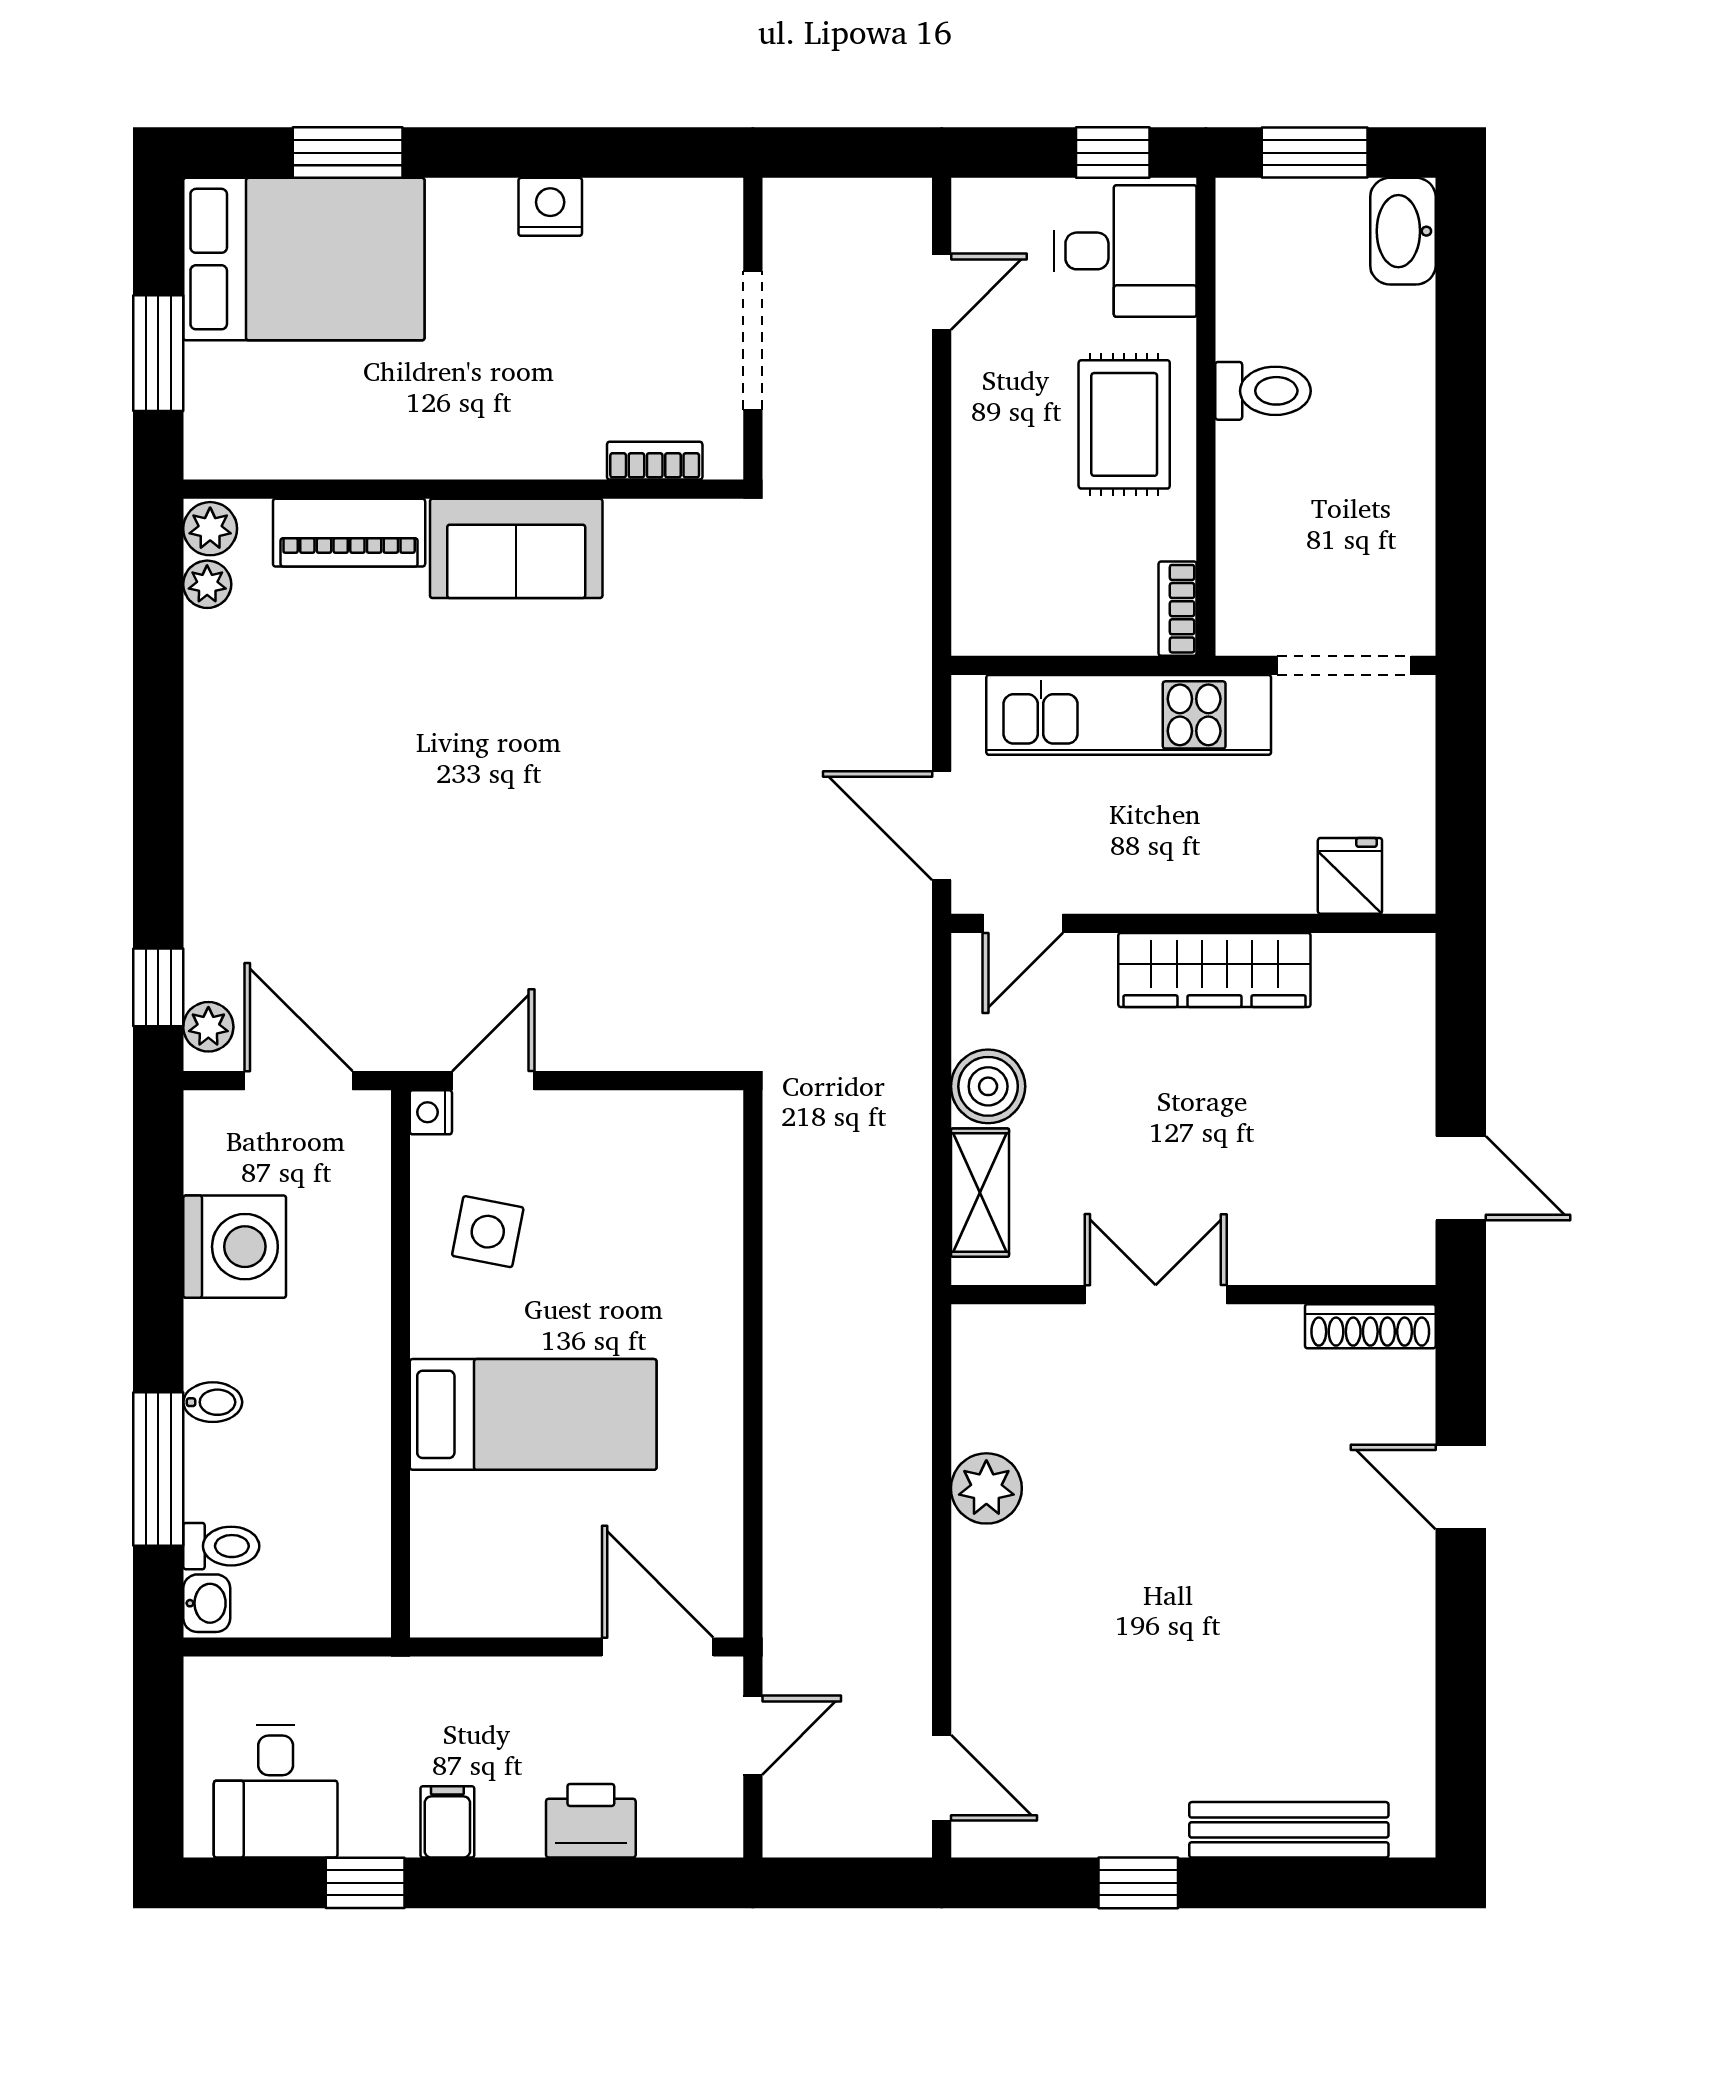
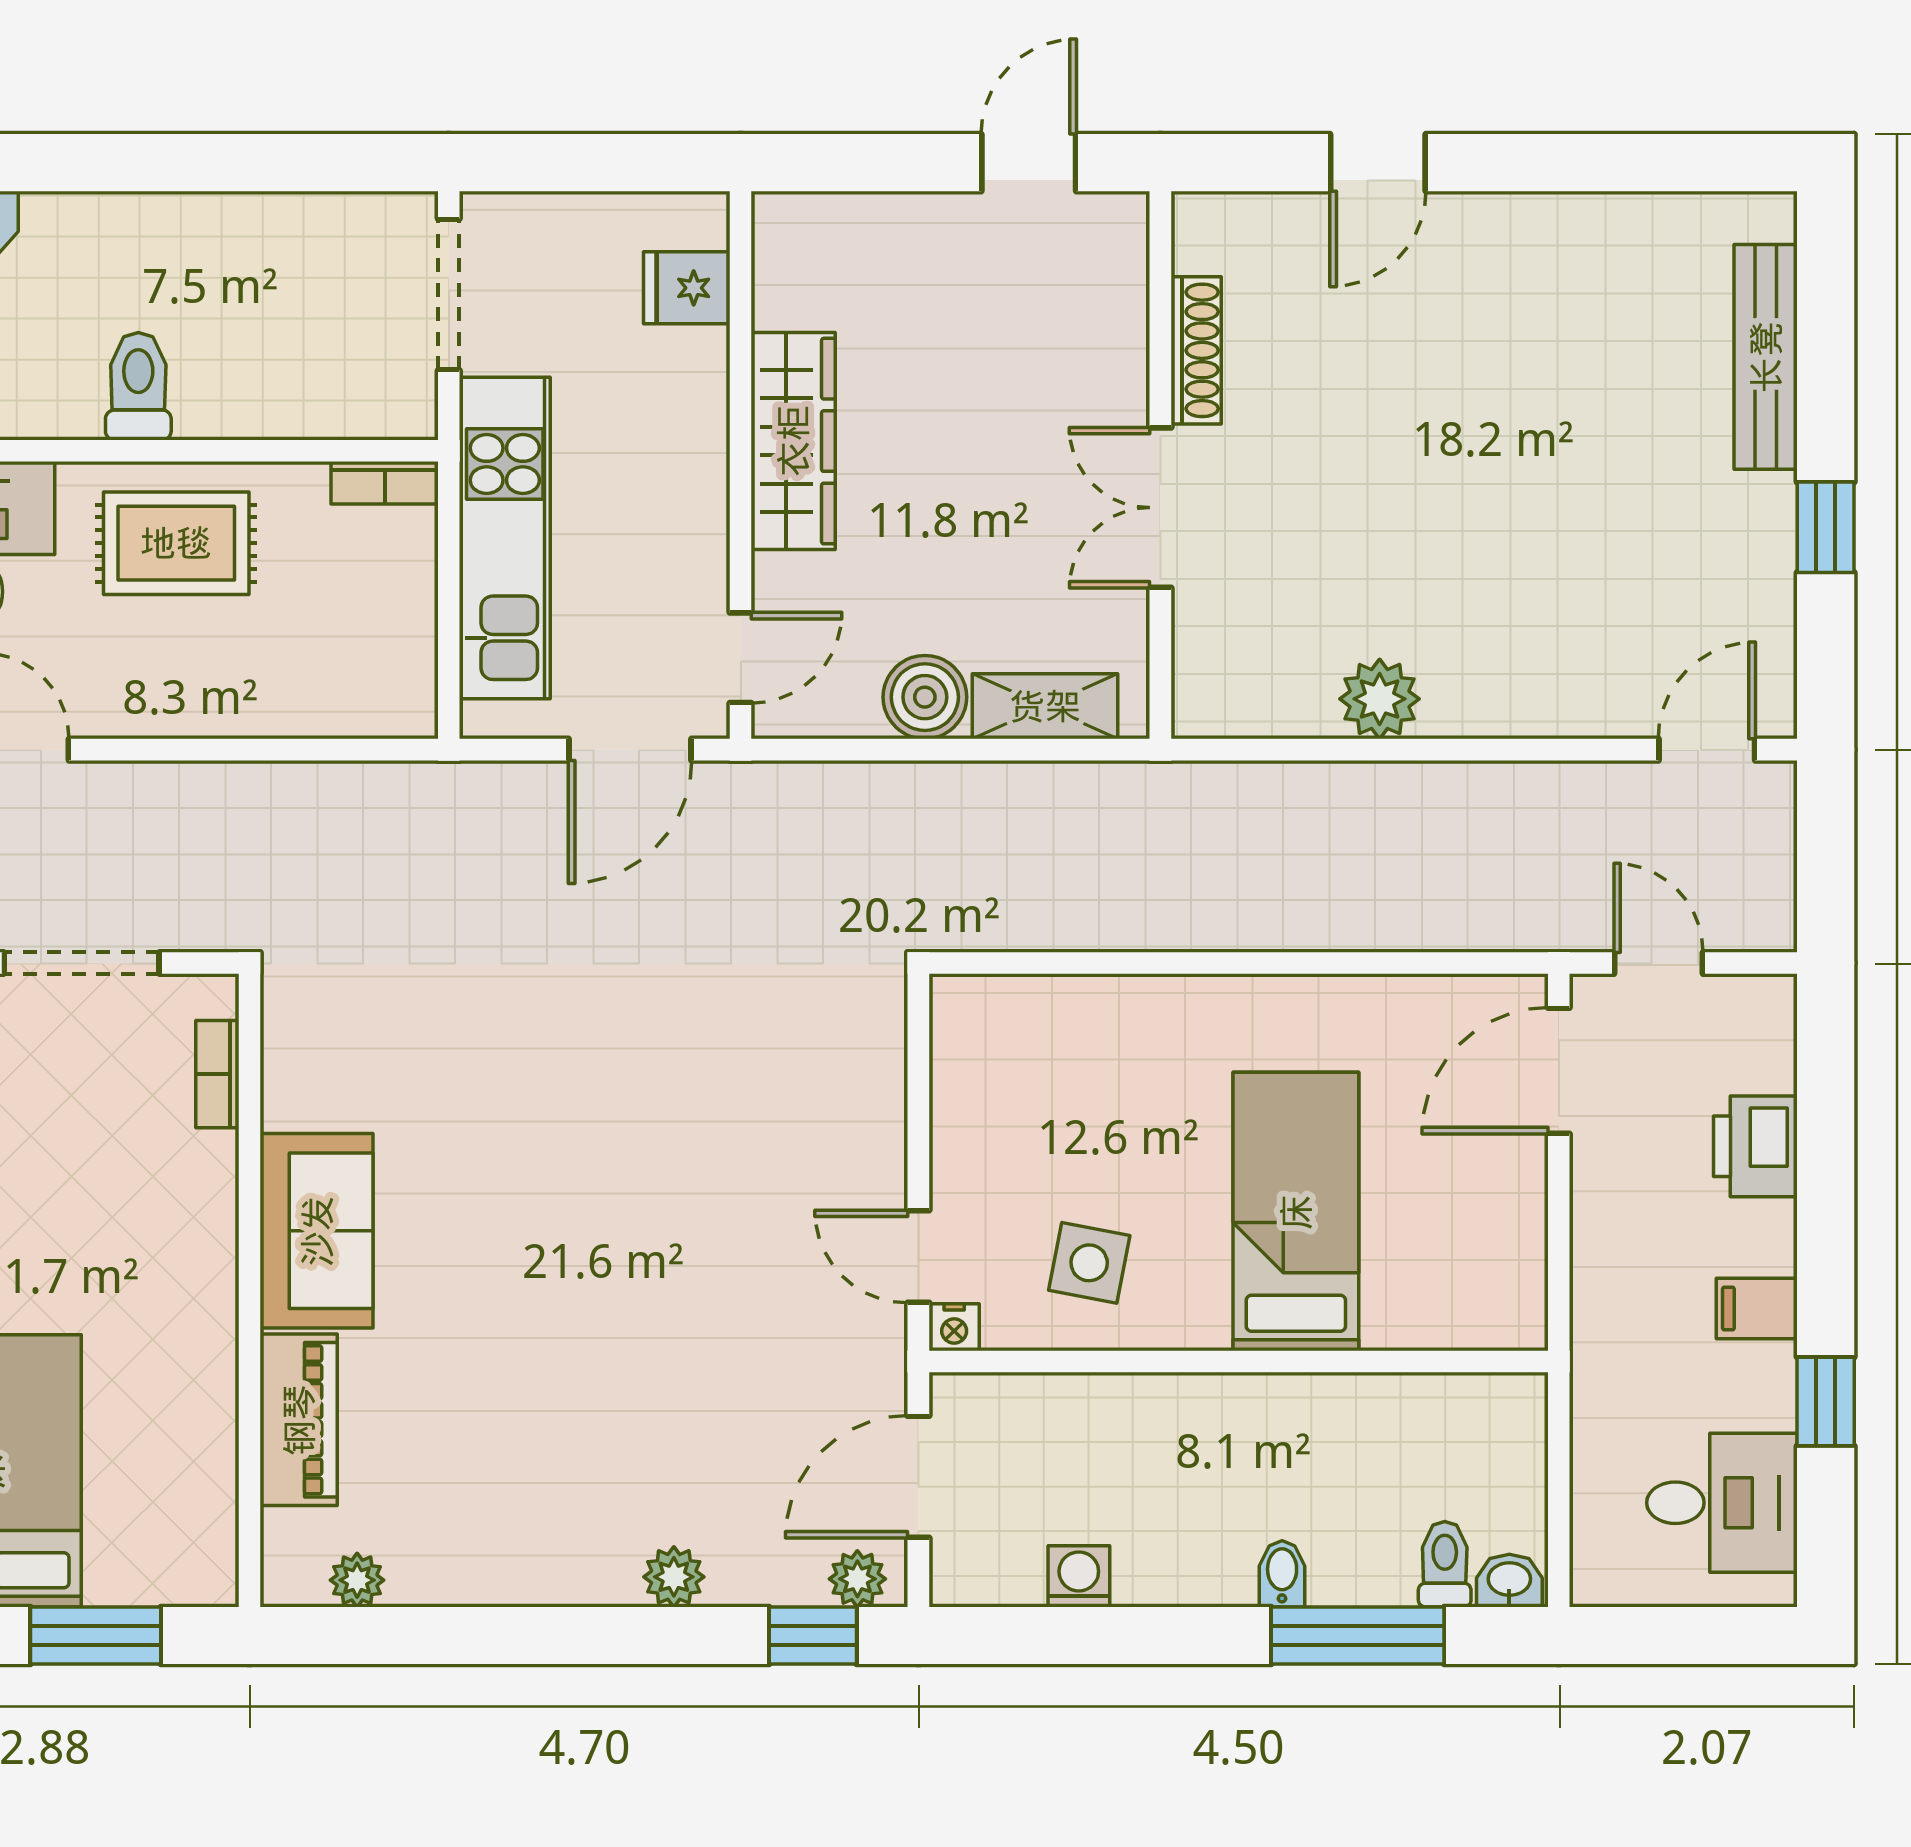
plant: (210, 529) -> (674, 1577), moved
door: (1023, 923) -> (741, 658), hinge flipped
washing machine: (235, 1247) -> (1079, 1576), width x0.53, depth x0.53
shoe rack: (1370, 1326) -> (1196, 350), moved

